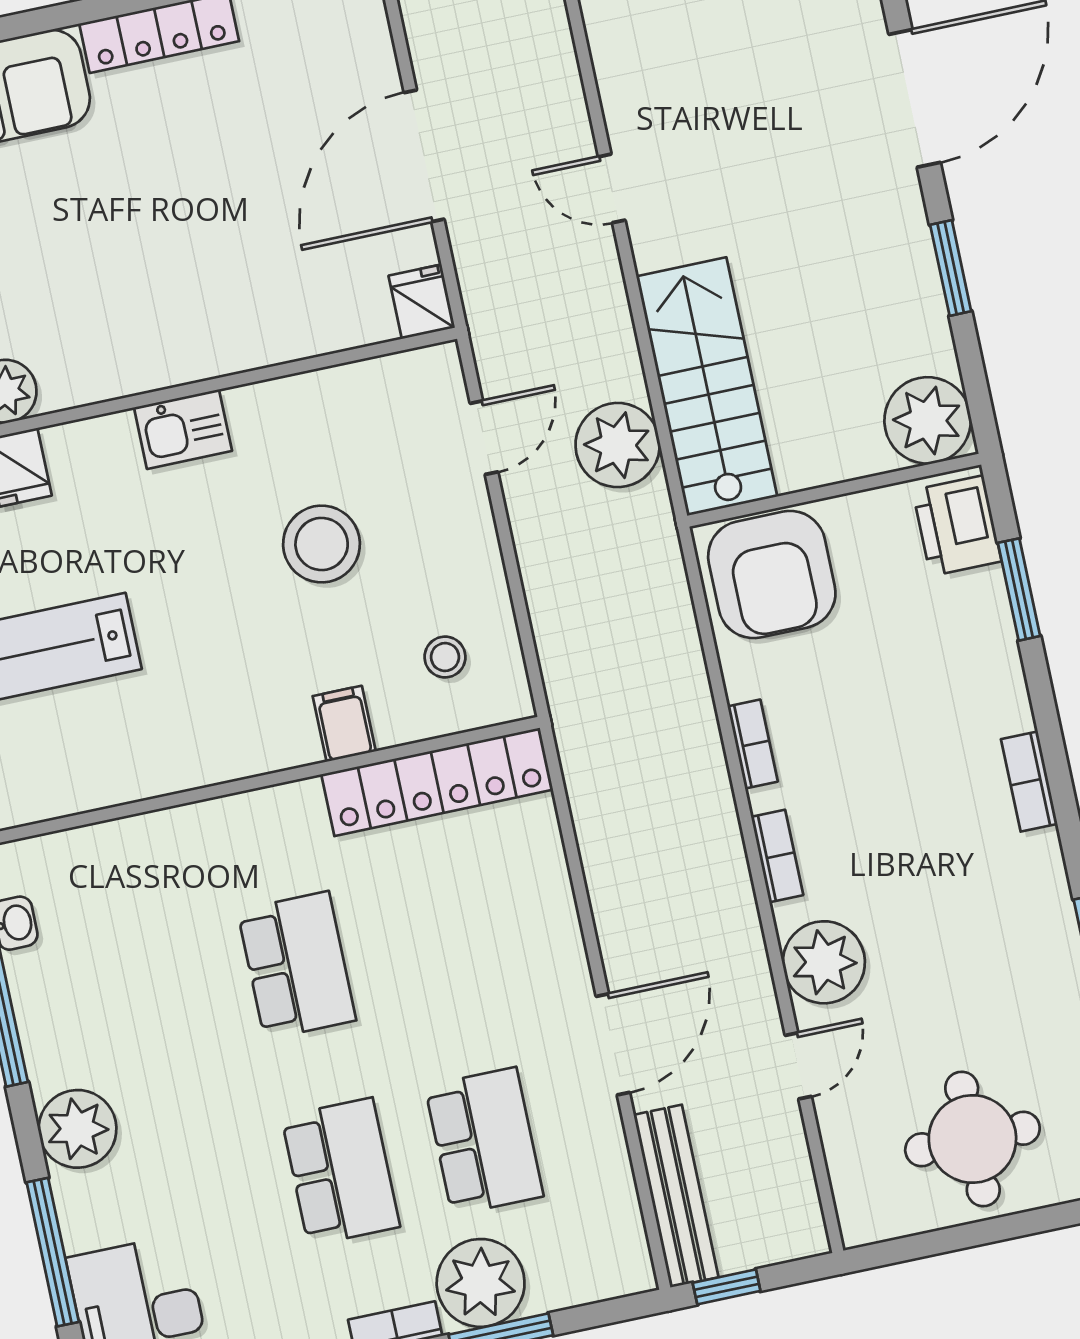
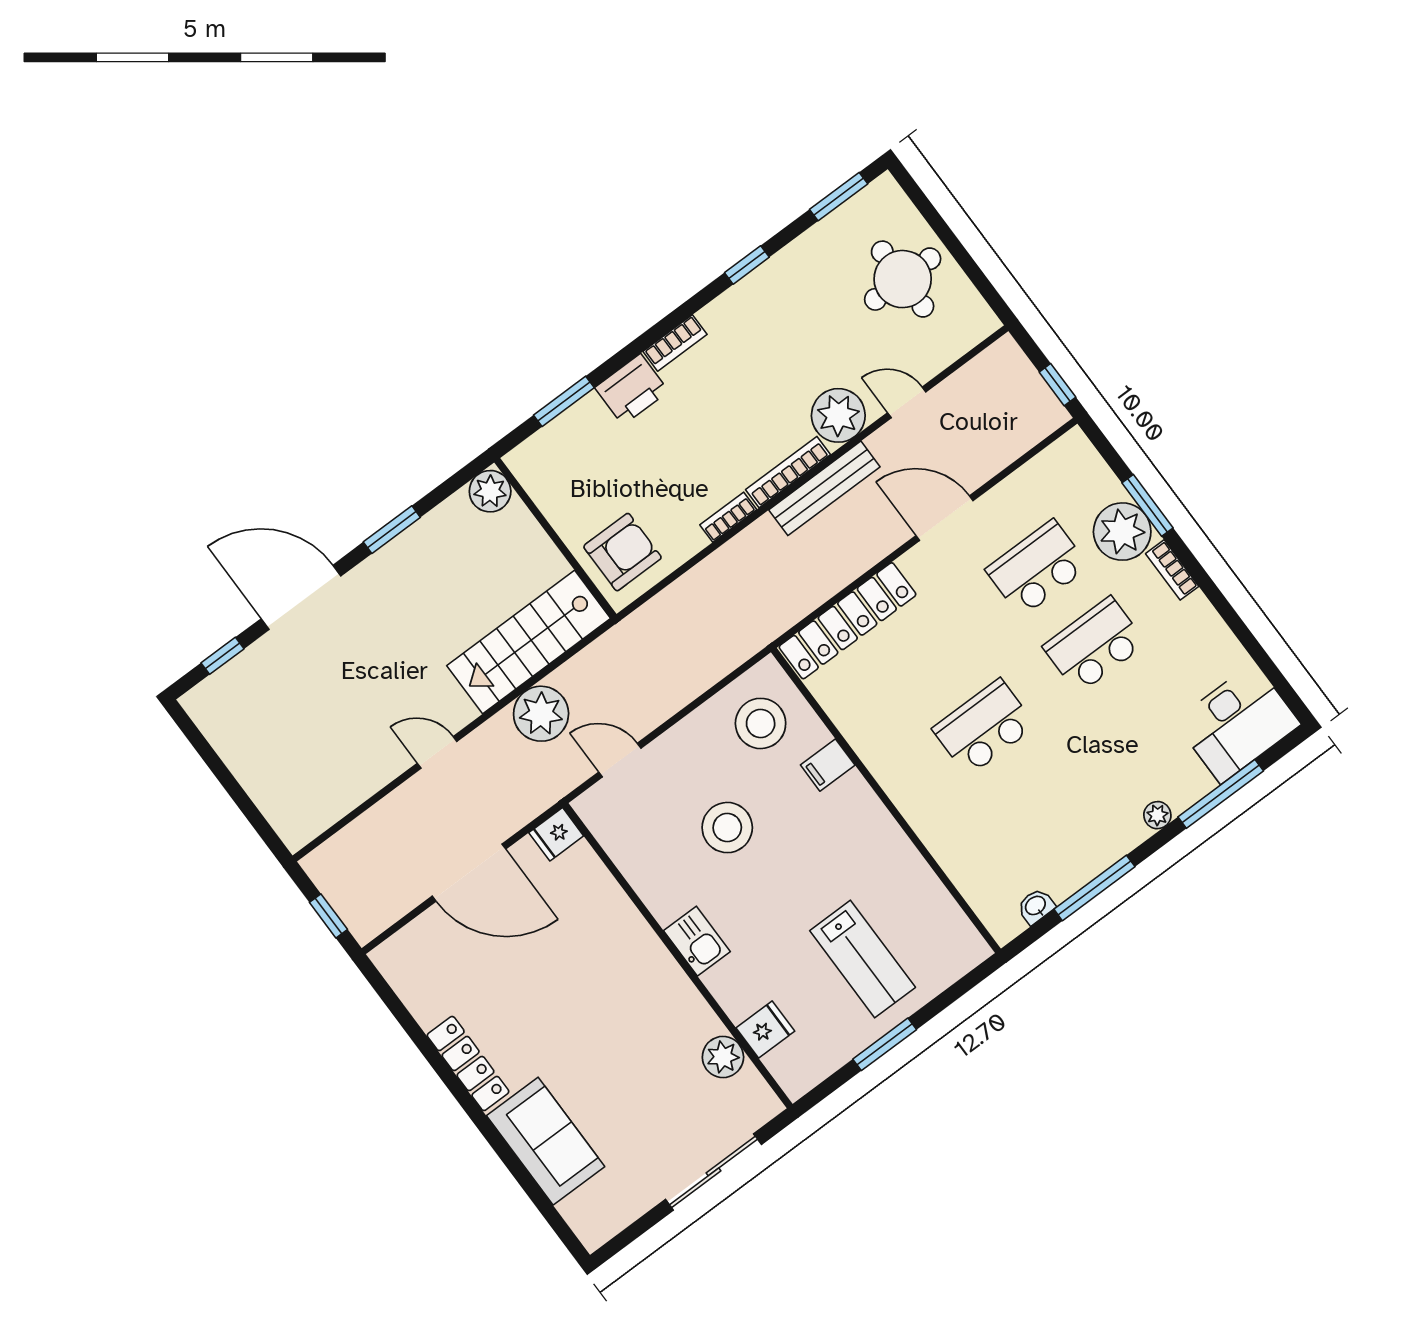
door: (612, 188) -> (437, 752), swing flipped
plant: (928, 420) -> (490, 491), width x0.73, depth x0.73
plant: (618, 445) -> (541, 714), moved
printer: (957, 526) -> (632, 389), moved
armchair: (772, 575) -> (622, 552), width x0.73, depth x0.73
stool: (445, 657) -> (761, 723), width x1.89, depth x1.89
locker: (437, 782) -> (848, 621), moved, turned 90
bookcase: (777, 856) -> (788, 472), width x1.56
plant: (77, 1129) -> (1157, 815), width x0.53, depth x0.53
bench: (676, 1196) -> (824, 488), moved

